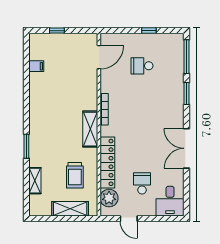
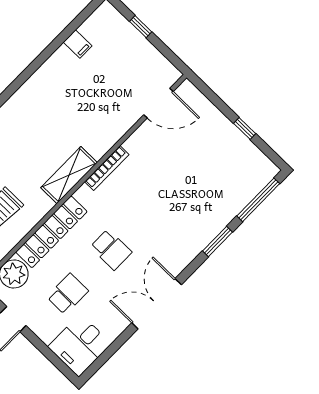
school desk: (142, 66) -> (111, 250), moved, turned 180

